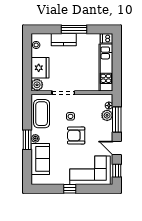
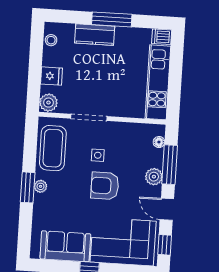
fridge: (40, 68) -> (51, 76), width x0.53, depth x0.75
plant: (107, 115) -> (154, 177), moved
sofa: (40, 159) -> (65, 246), moved, turned -90

